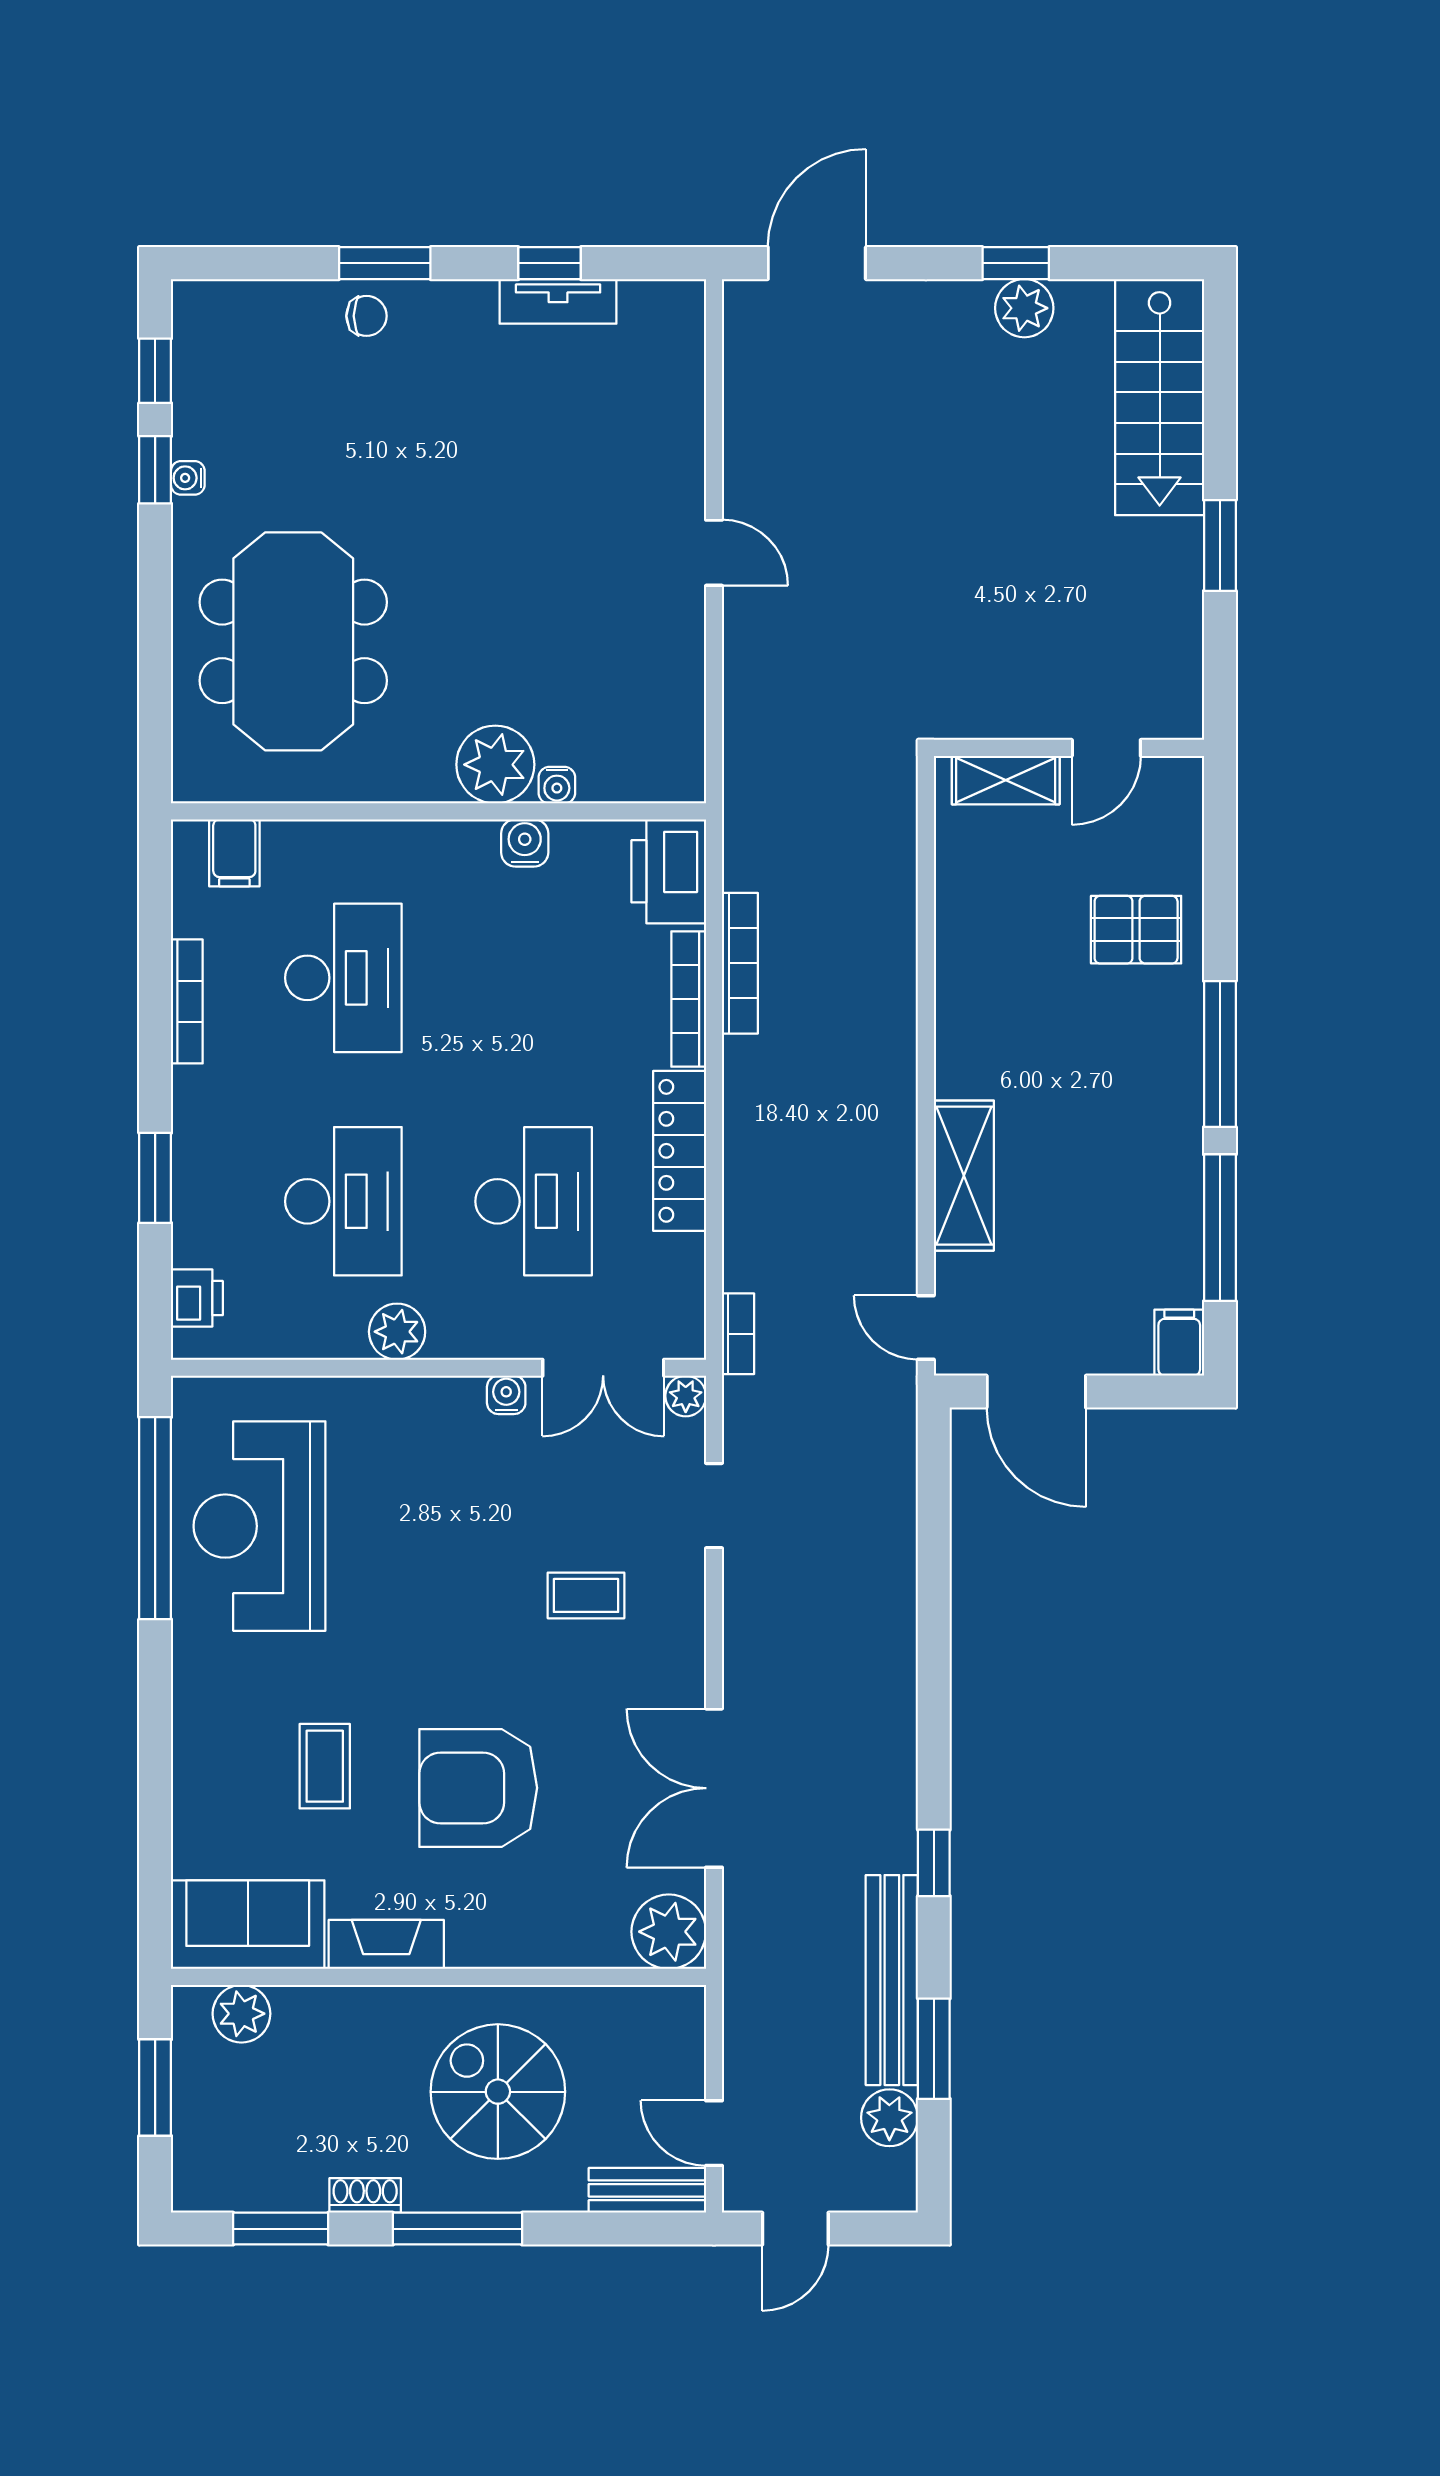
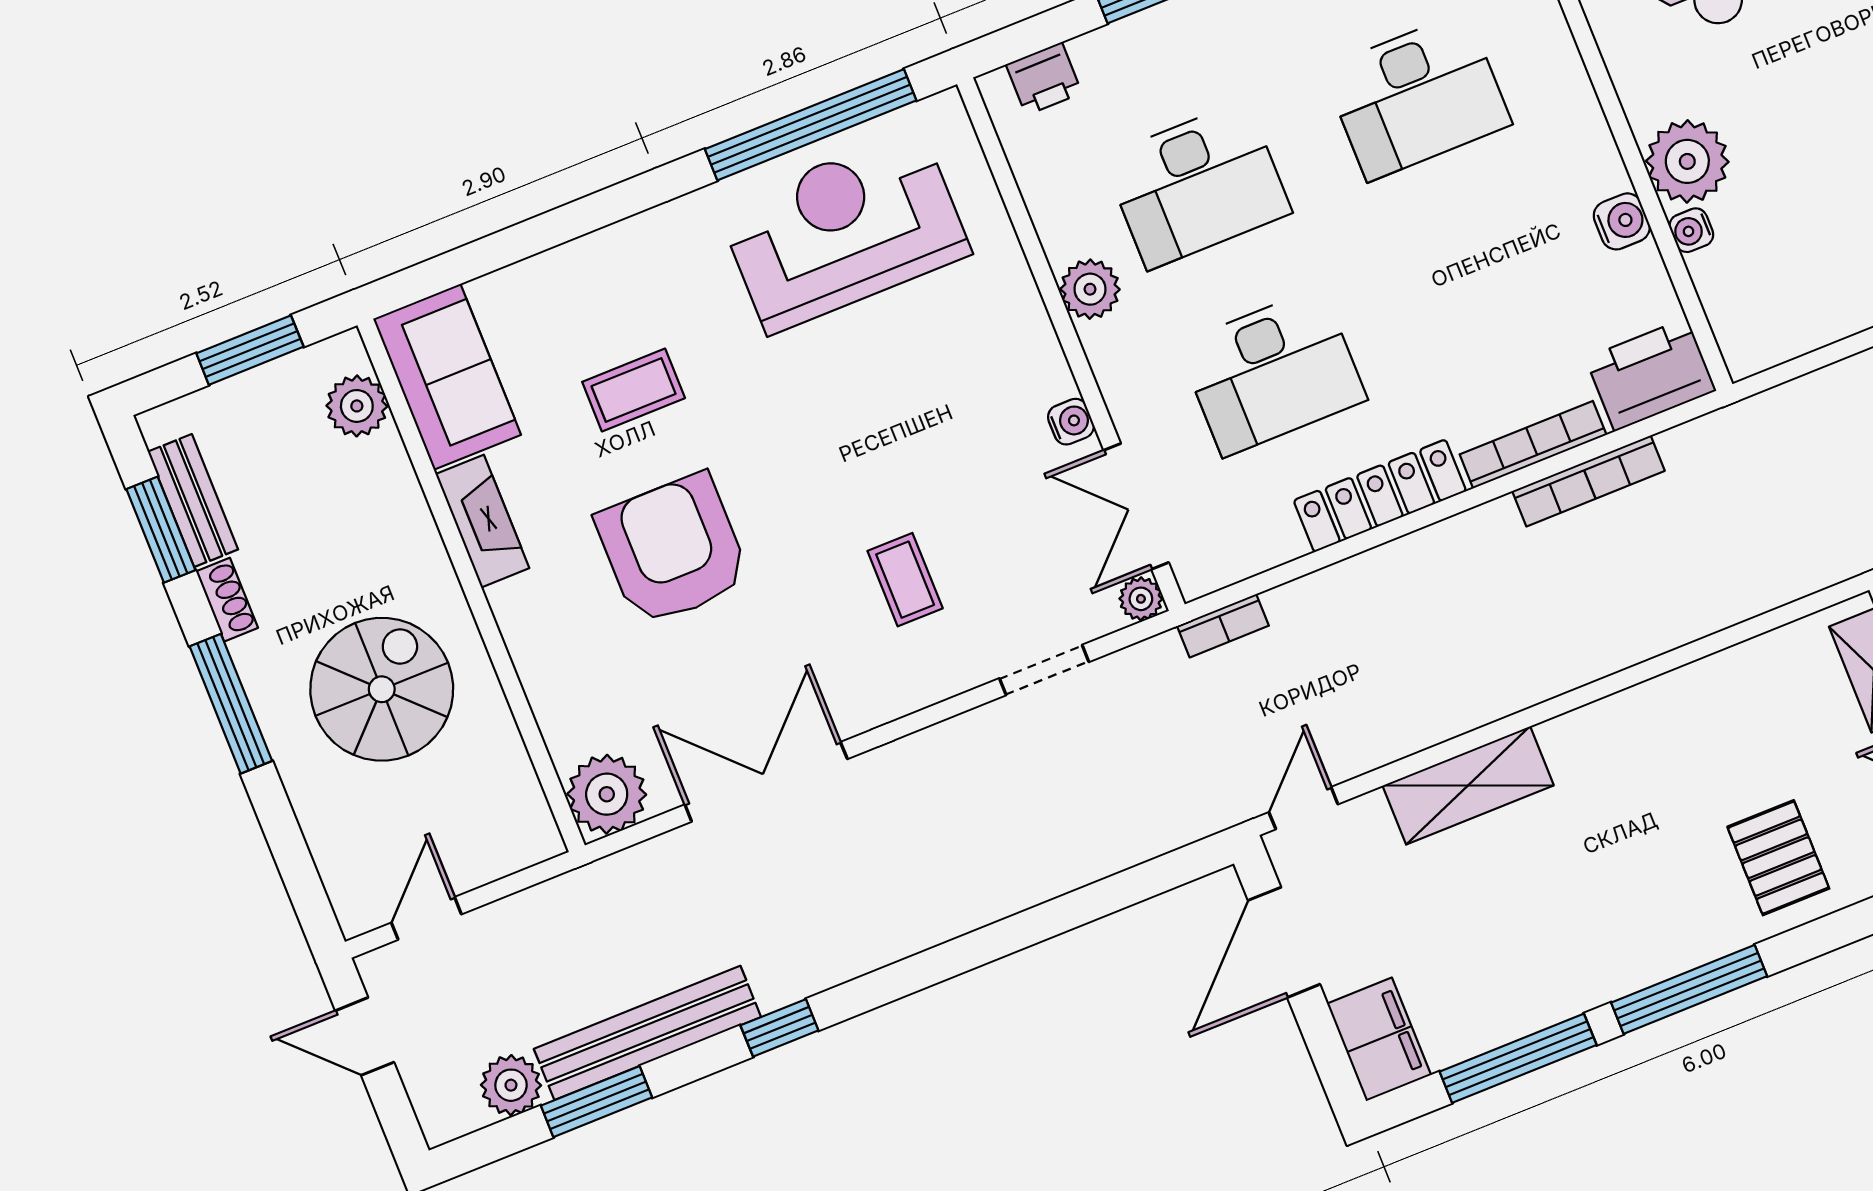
filing cabinet: (1179, 1343) -> (1379, 1039), width x2.00
bench: (647, 2190) -> (193, 501), moved

